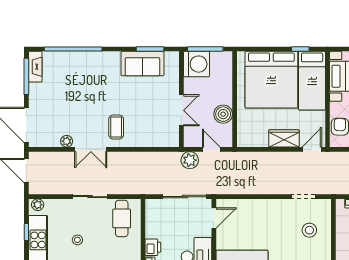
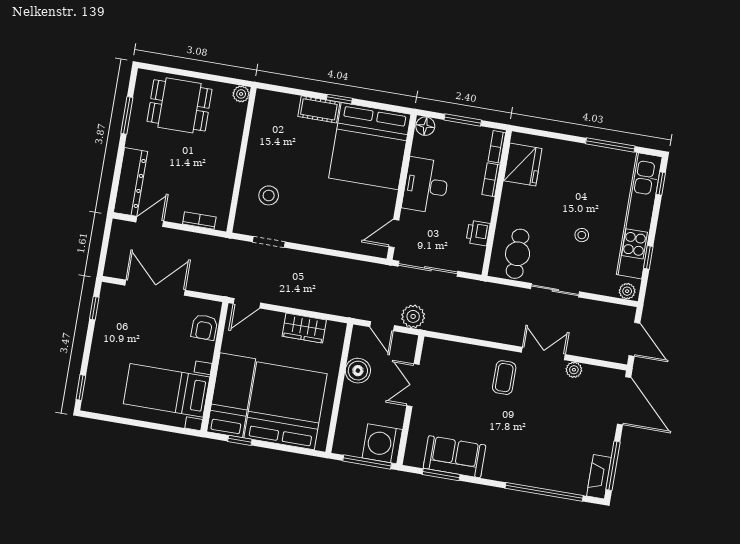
wardrobe: (284, 138) -> (304, 328), moved
printer: (153, 247) -> (478, 233), moved

